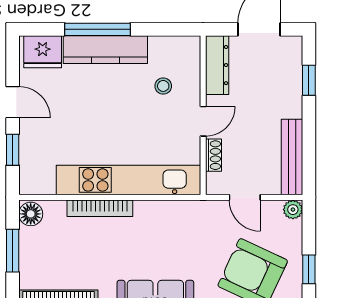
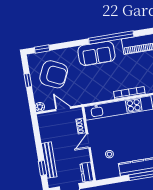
dresser: (217, 65) -> (87, 172), width x0.70
bench: (292, 157) -> (49, 160), moved

